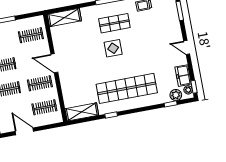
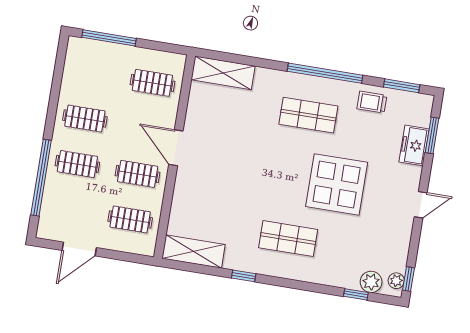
display table: (113, 48) -> (337, 184), moved, width x1.86, depth x1.86
door: (187, 48) -> (421, 205), swing flipped
freezer: (183, 76) -> (414, 145), moved
shop shelf: (127, 88) -> (288, 239), width x0.50, depth x0.74
door: (24, 131) -> (79, 249), swing flipped

